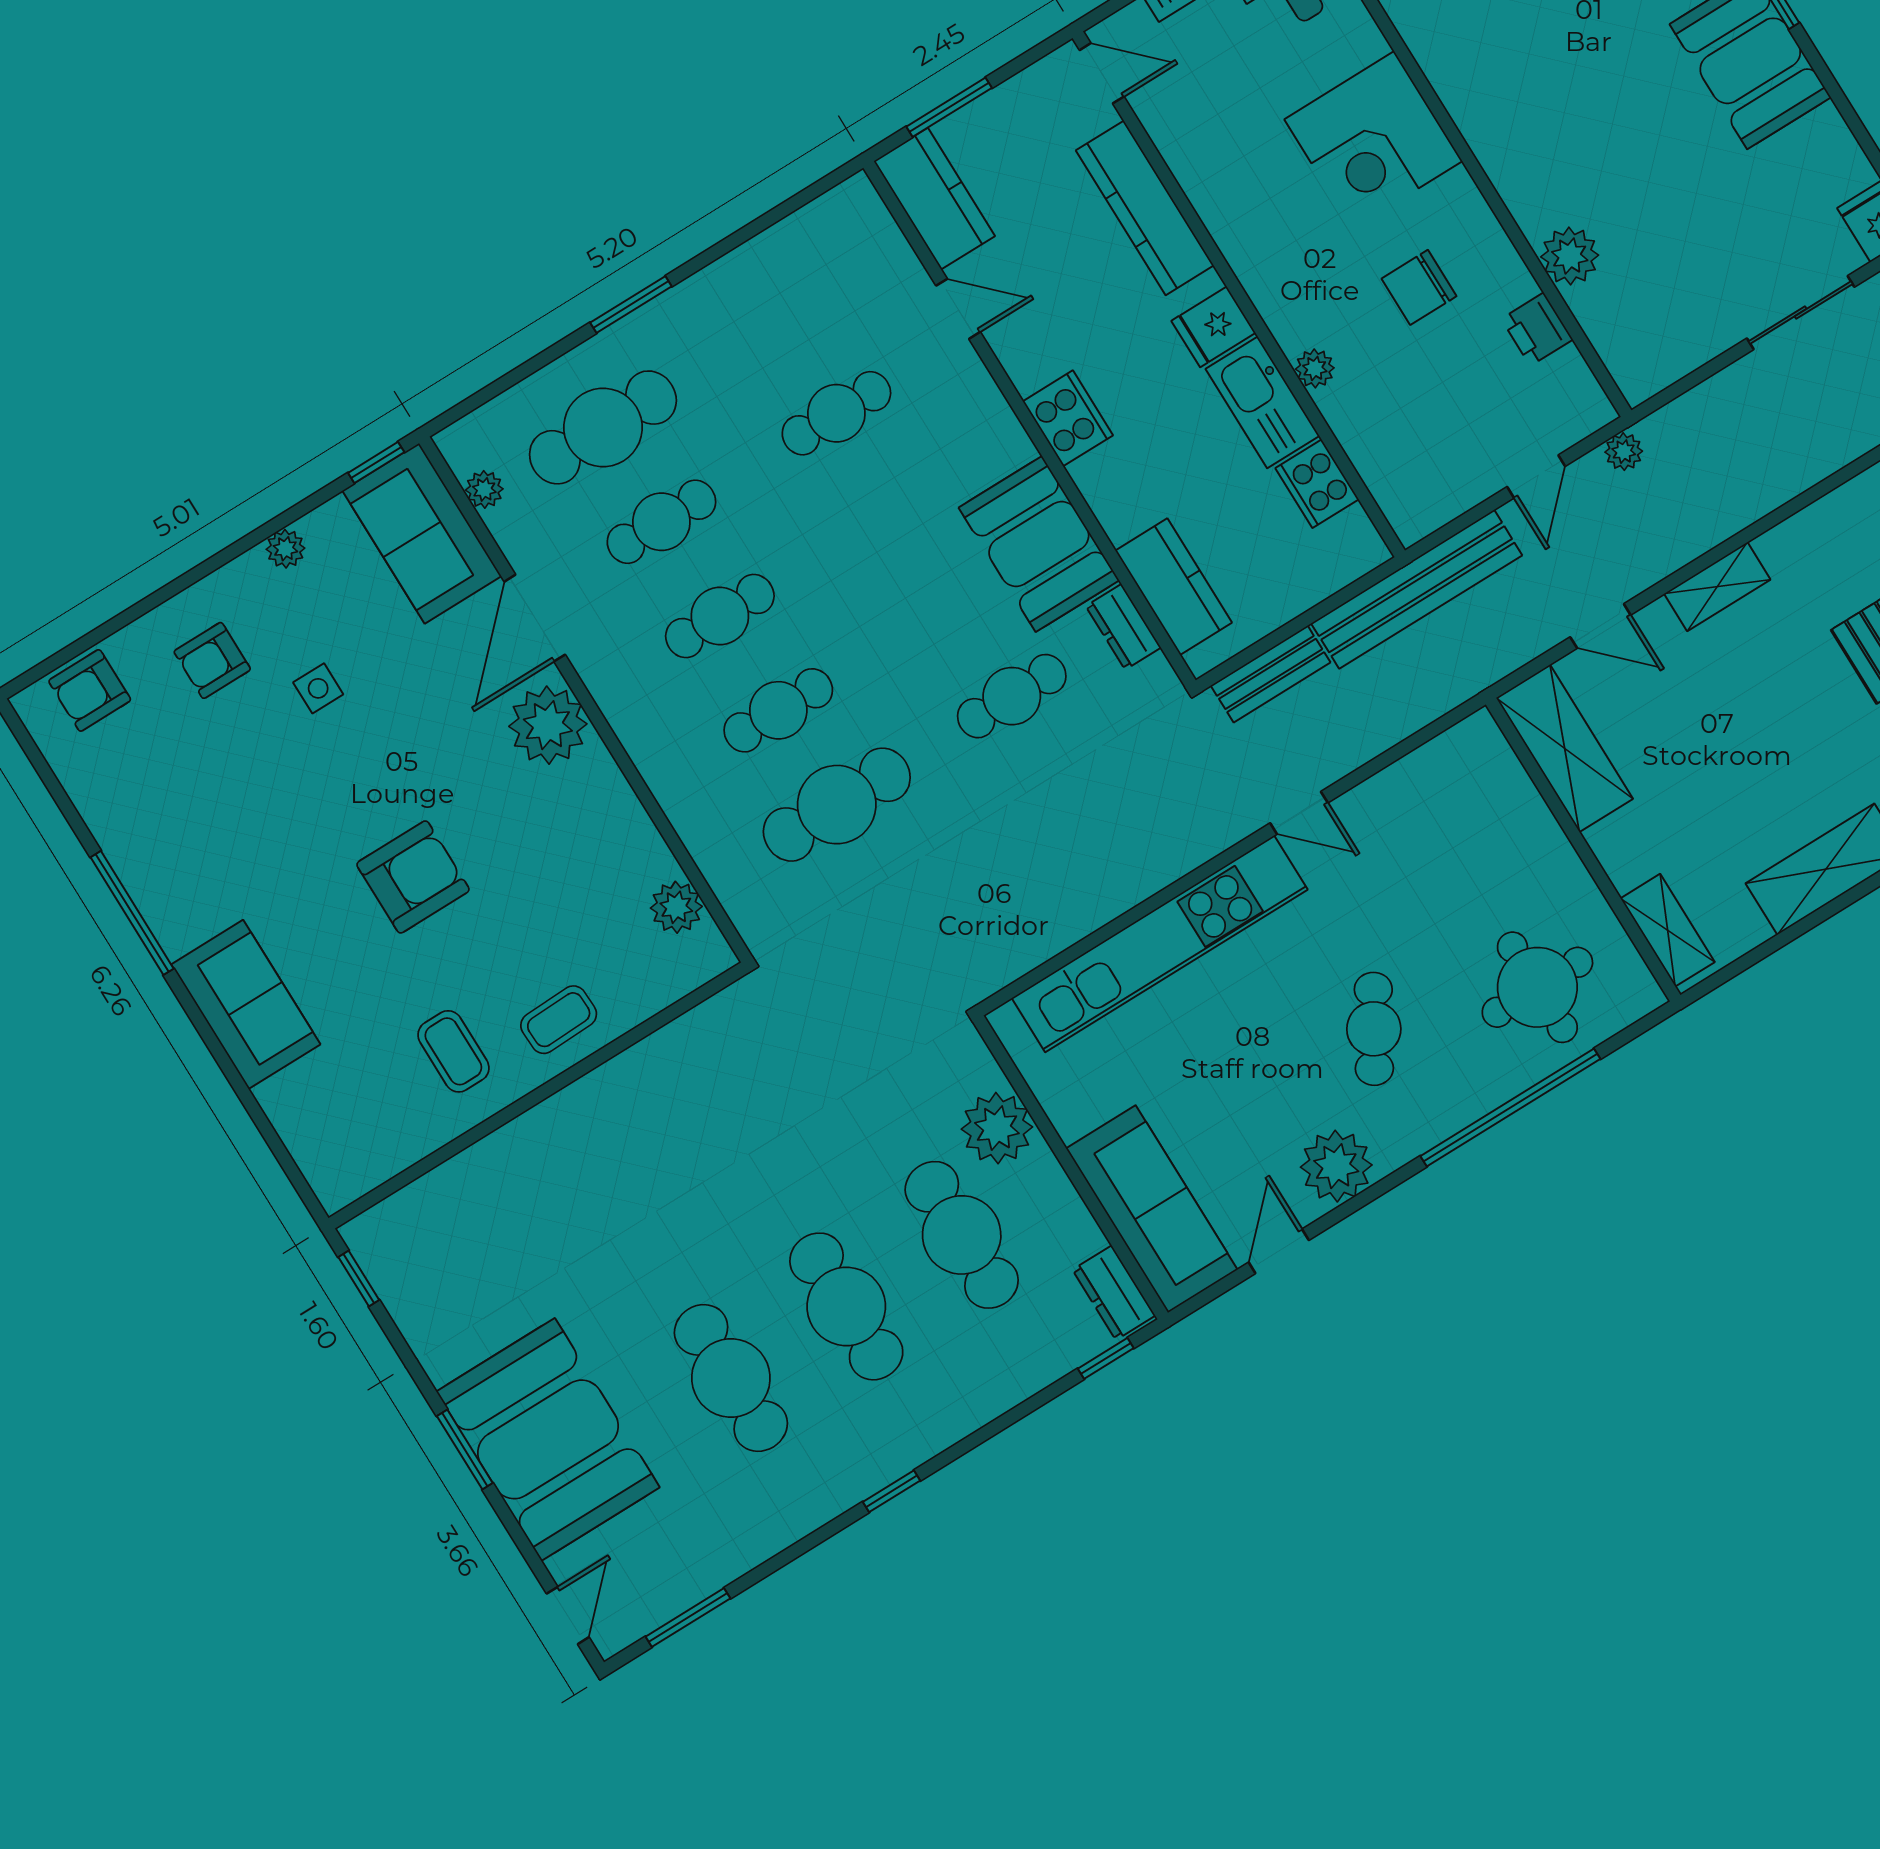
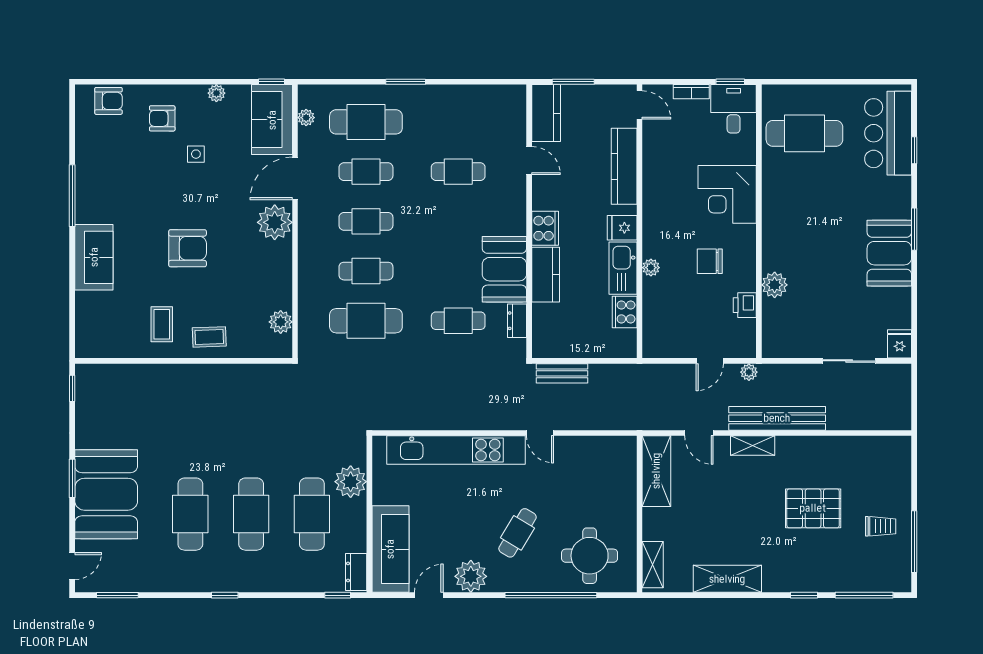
kitchen counter: (1174, 587) -> (546, 275), moved
bench: (1417, 589) -> (777, 418), moved
armchair: (90, 690) -> (108, 101), turned 180

